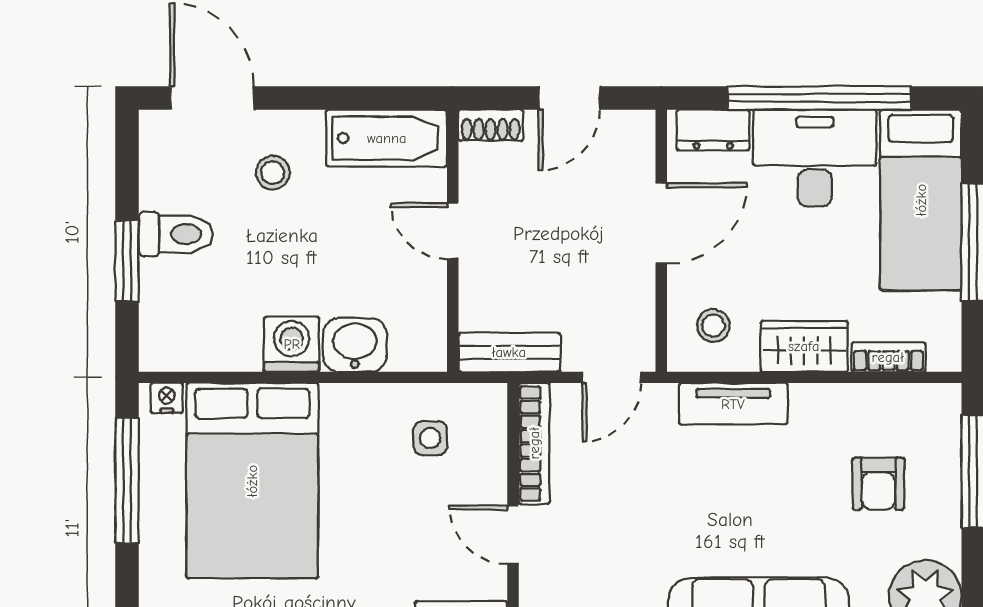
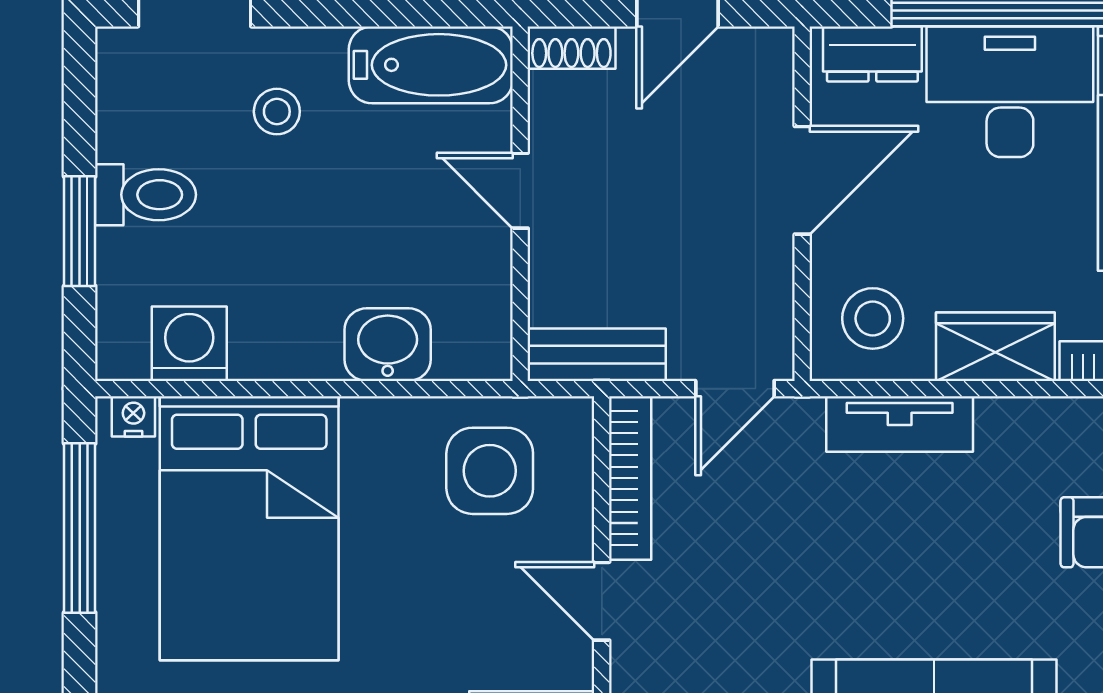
stool: (713, 326) -> (873, 318), width x1.37, depth x1.37
washing machine: (292, 344) -> (189, 344), moved
side table: (430, 438) -> (490, 471), width x1.87, depth x1.87

